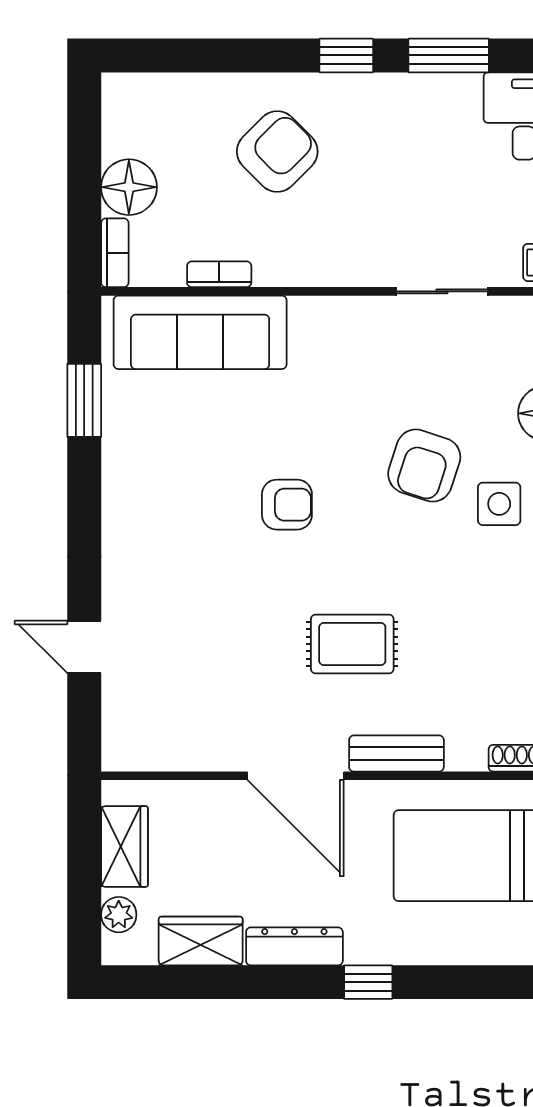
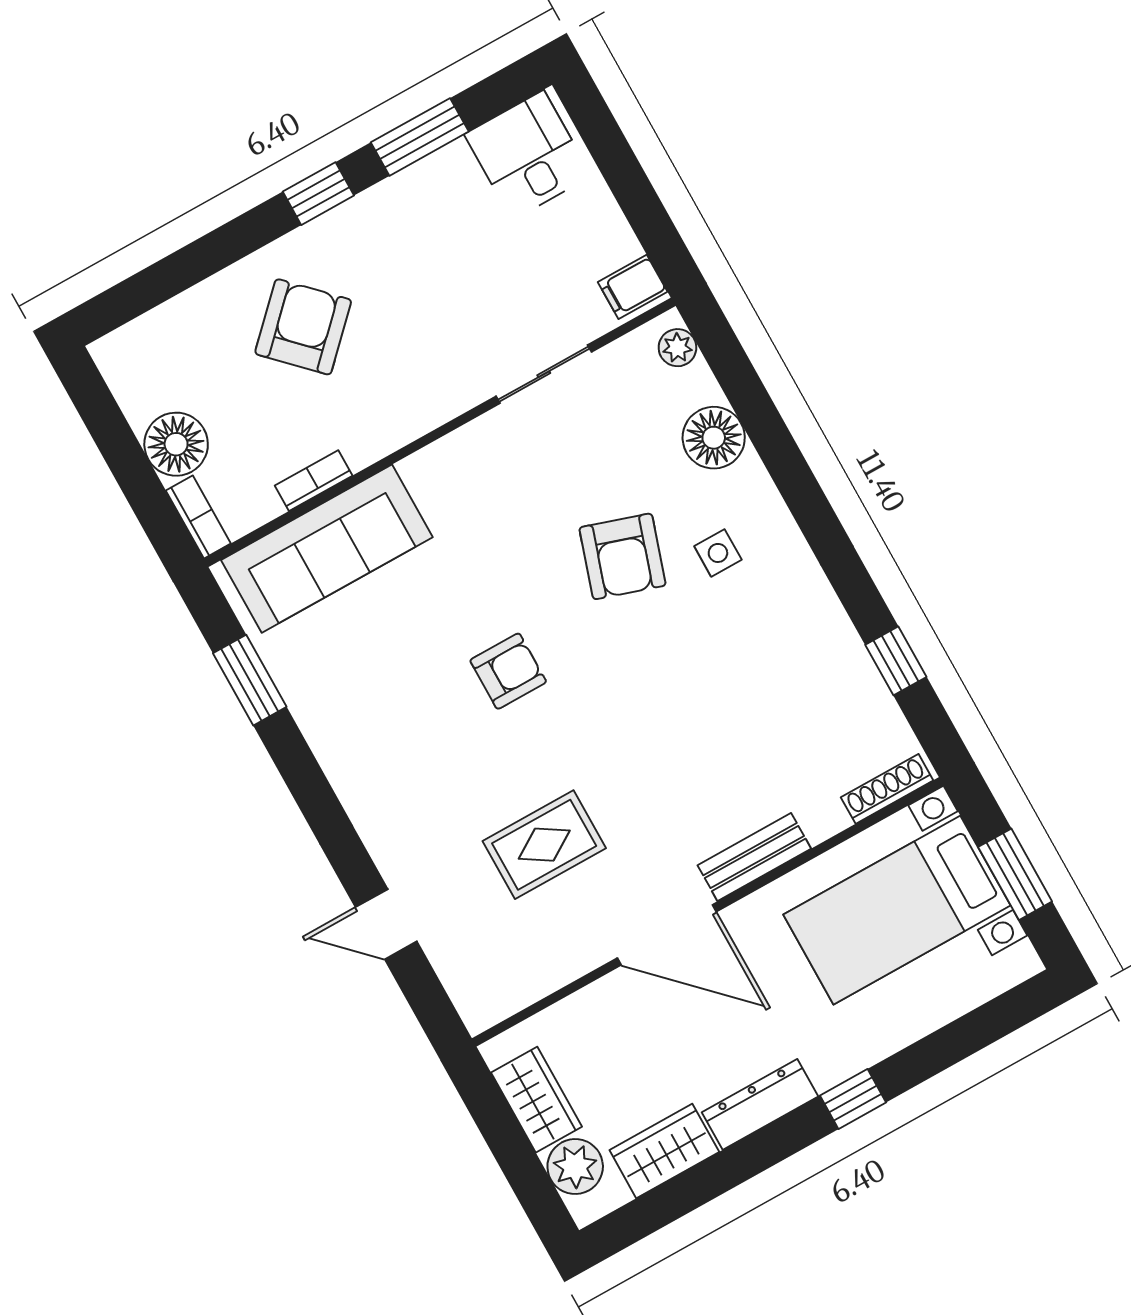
side table: (499, 504) -> (718, 553), width x0.73, depth x0.73
rug: (352, 644) -> (544, 845), moved
plant: (119, 915) -> (575, 1167), width x1.38, depth x1.38

